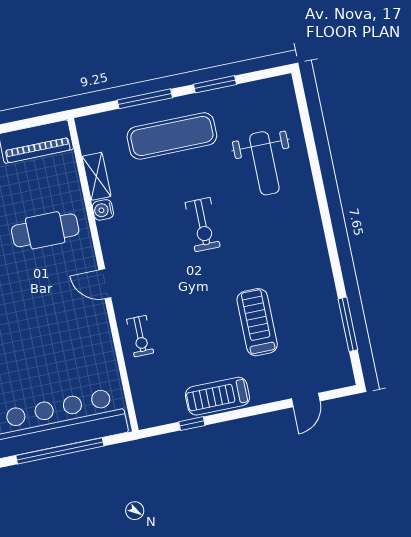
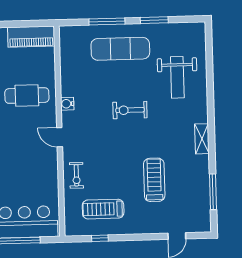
shelving: (97, 176) -> (202, 139), moved
water cooler: (103, 210) -> (67, 104), moved
exercise bike: (203, 225) -> (130, 110), turned 90
treadmill: (217, 396) -> (103, 209), moved

